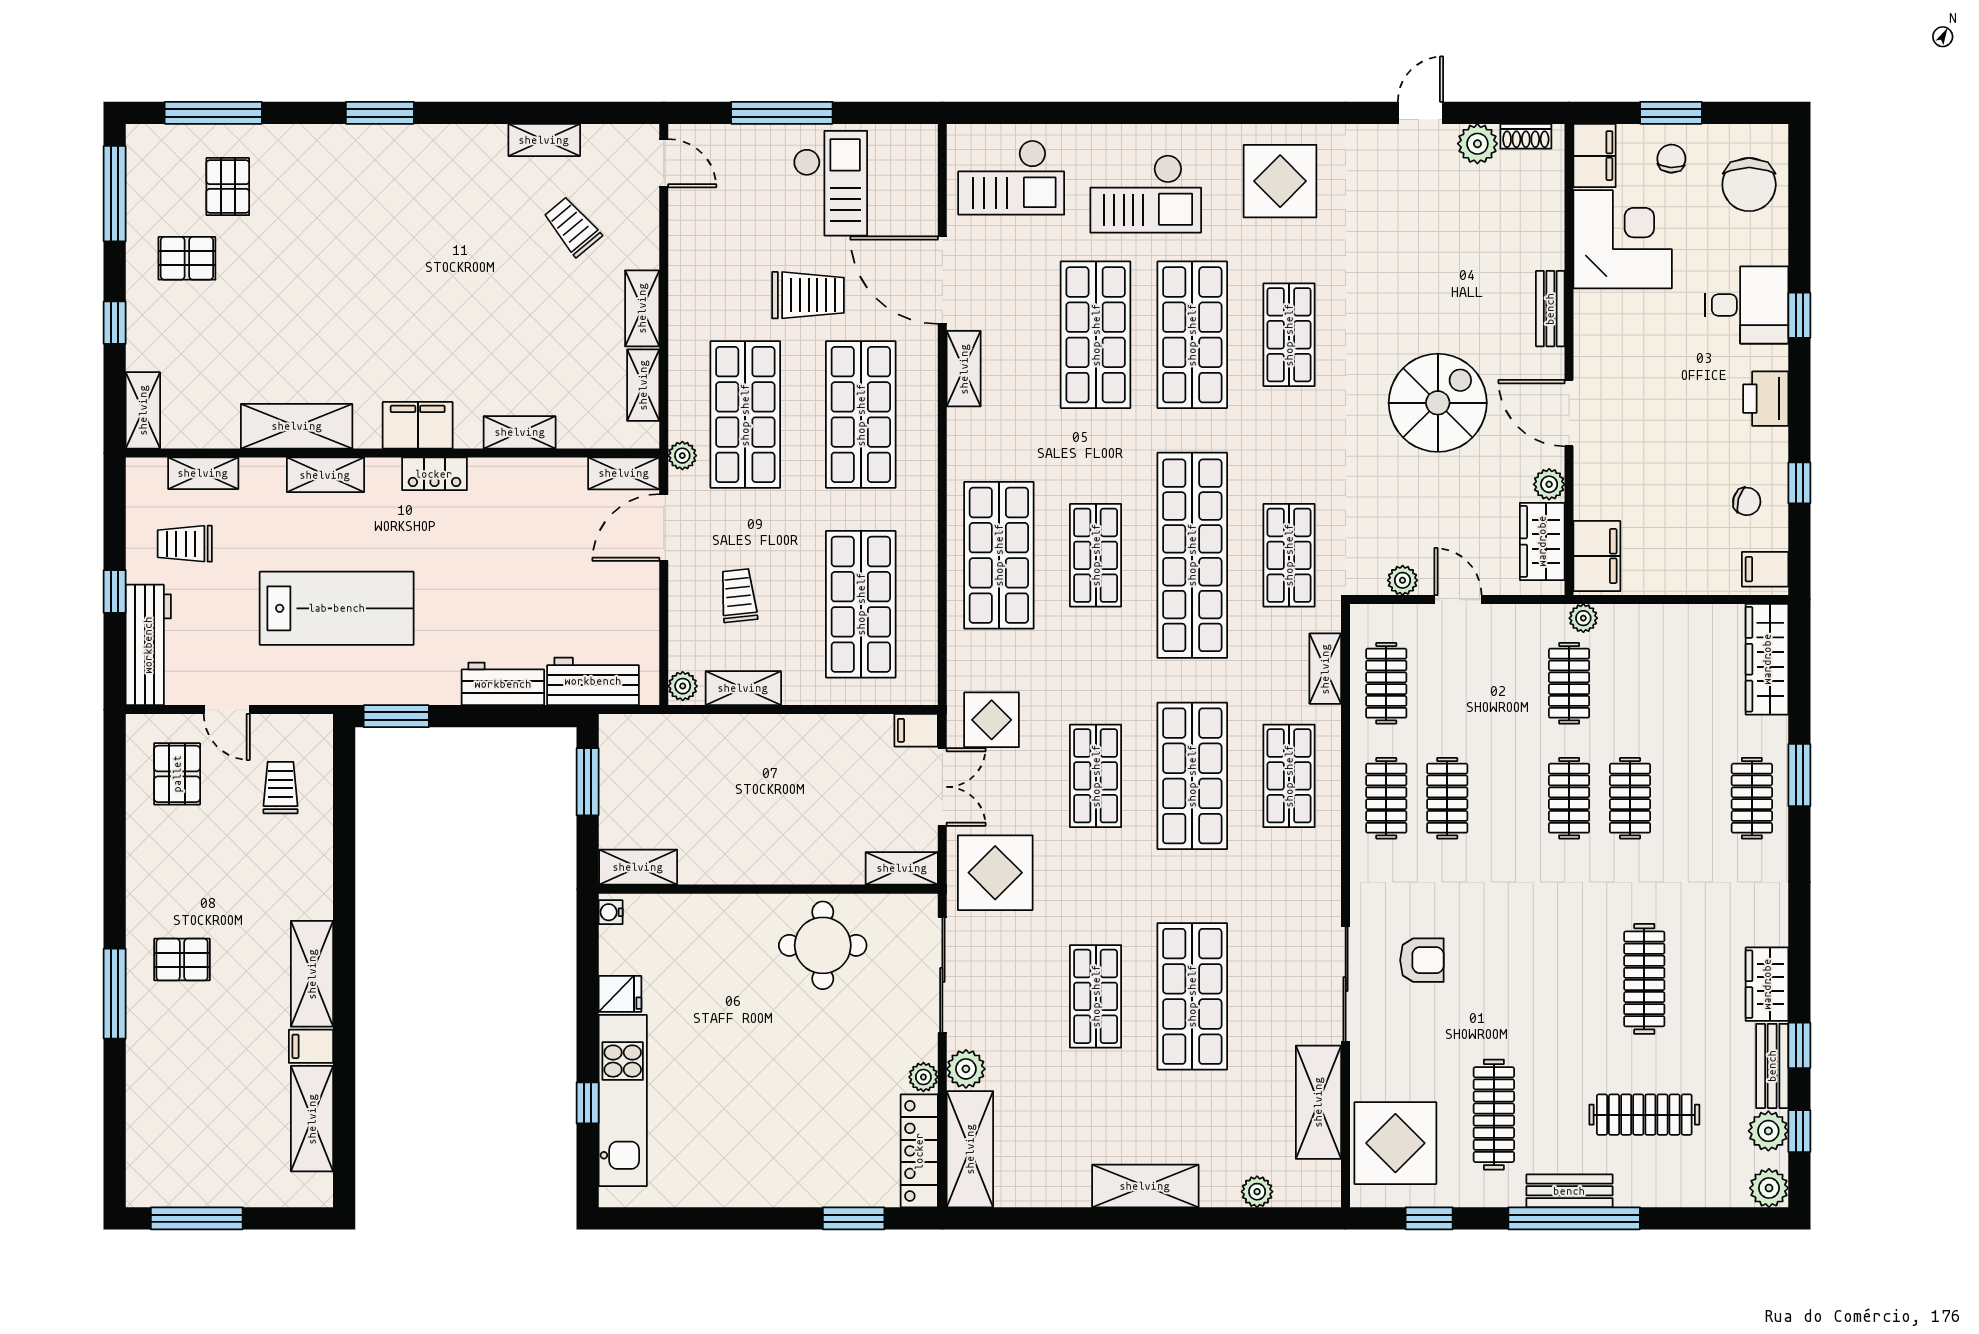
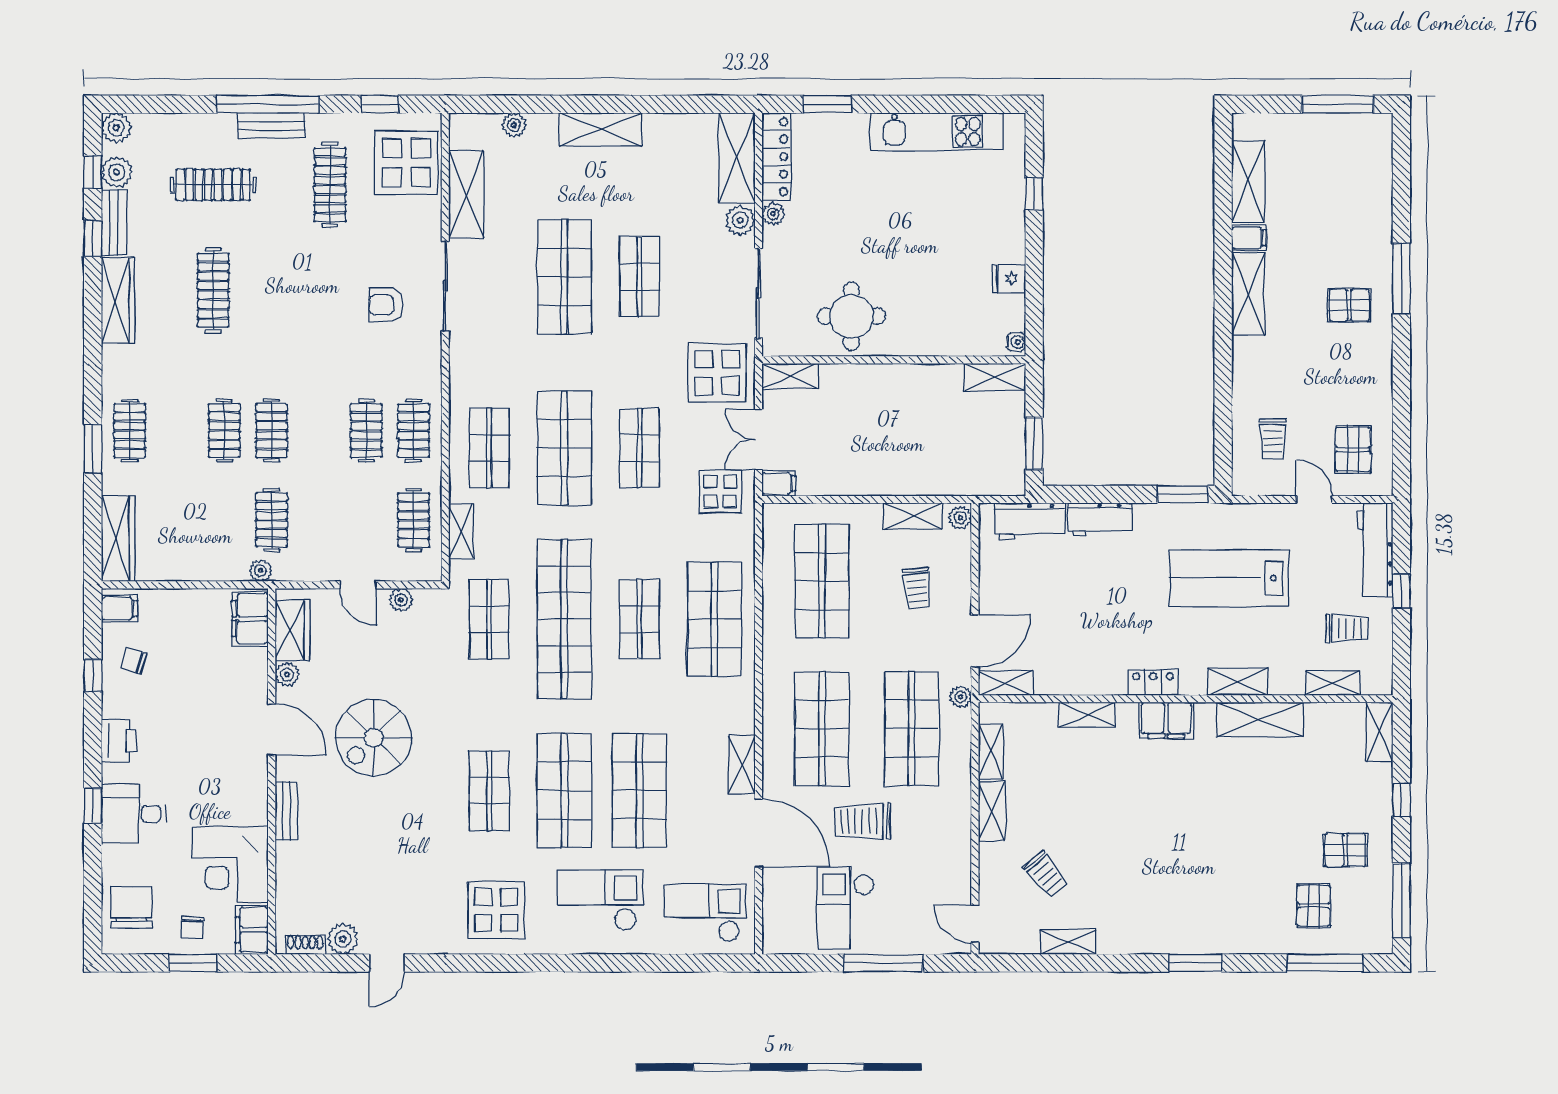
wardrobe: (1767, 984) -> (118, 300), width x1.50
kitchen unit: (623, 1100) -> (937, 132), moved, turned -90

